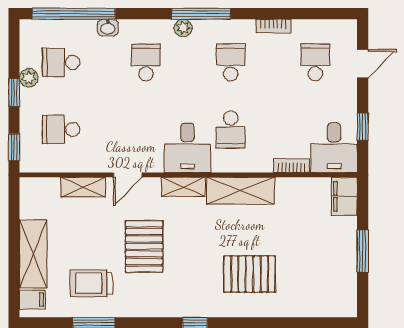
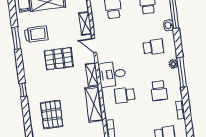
school desk: (231, 62) -> (159, 91), turned 90
trolley: (92, 283) -> (36, 34), turned 90

